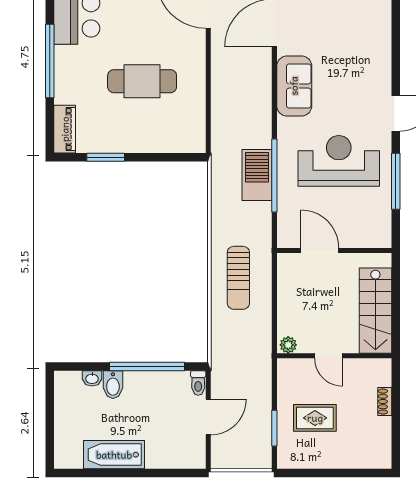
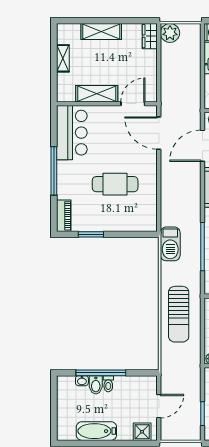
barbecue: (257, 175) -> (170, 244), moved, turned 180
sun lounger: (238, 278) -> (179, 314), width x1.36, depth x1.34
window: (147, 366) -> (101, 373), moved
toilet: (198, 383) -> (108, 384), moved
shower: (183, 456) -> (142, 432), added

